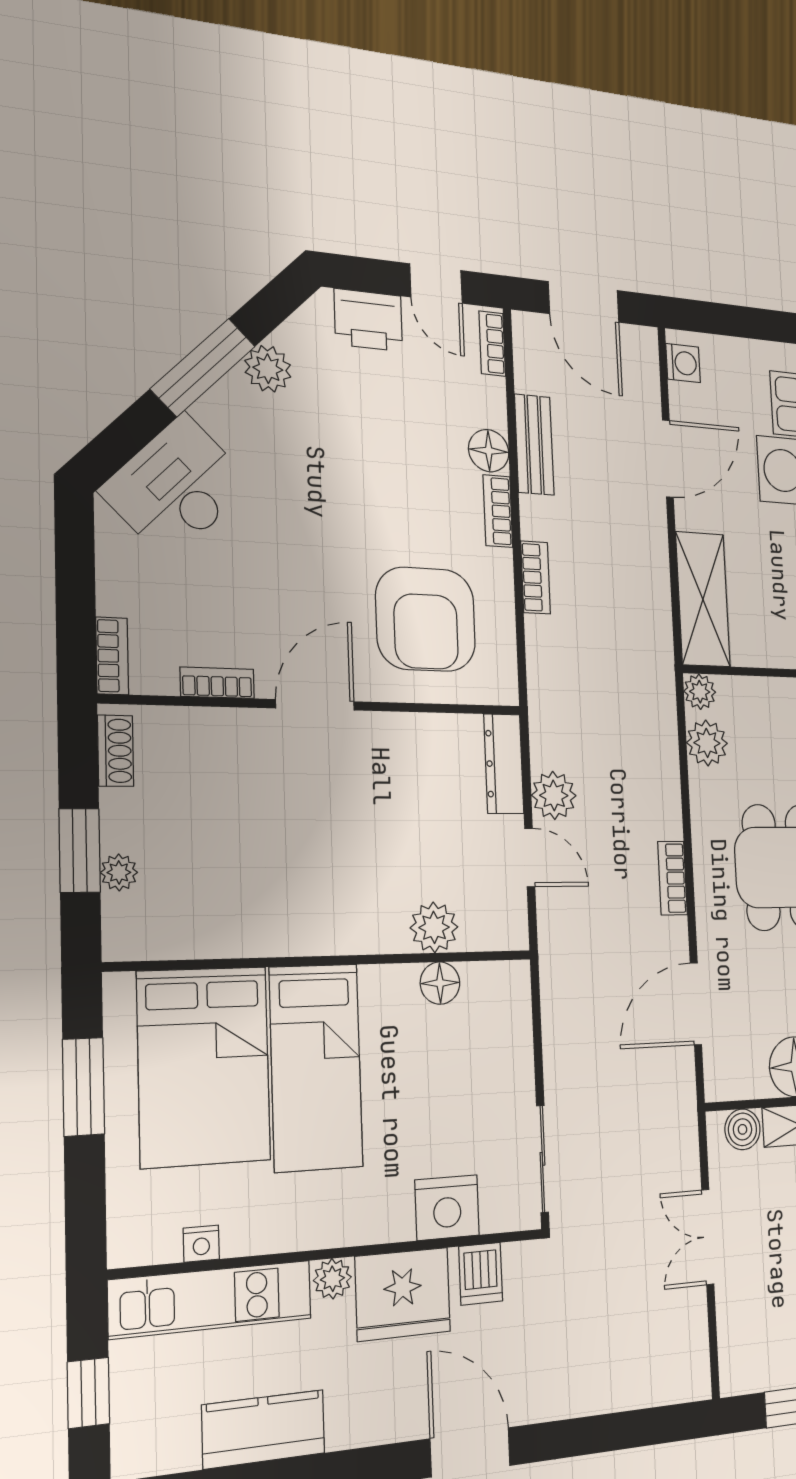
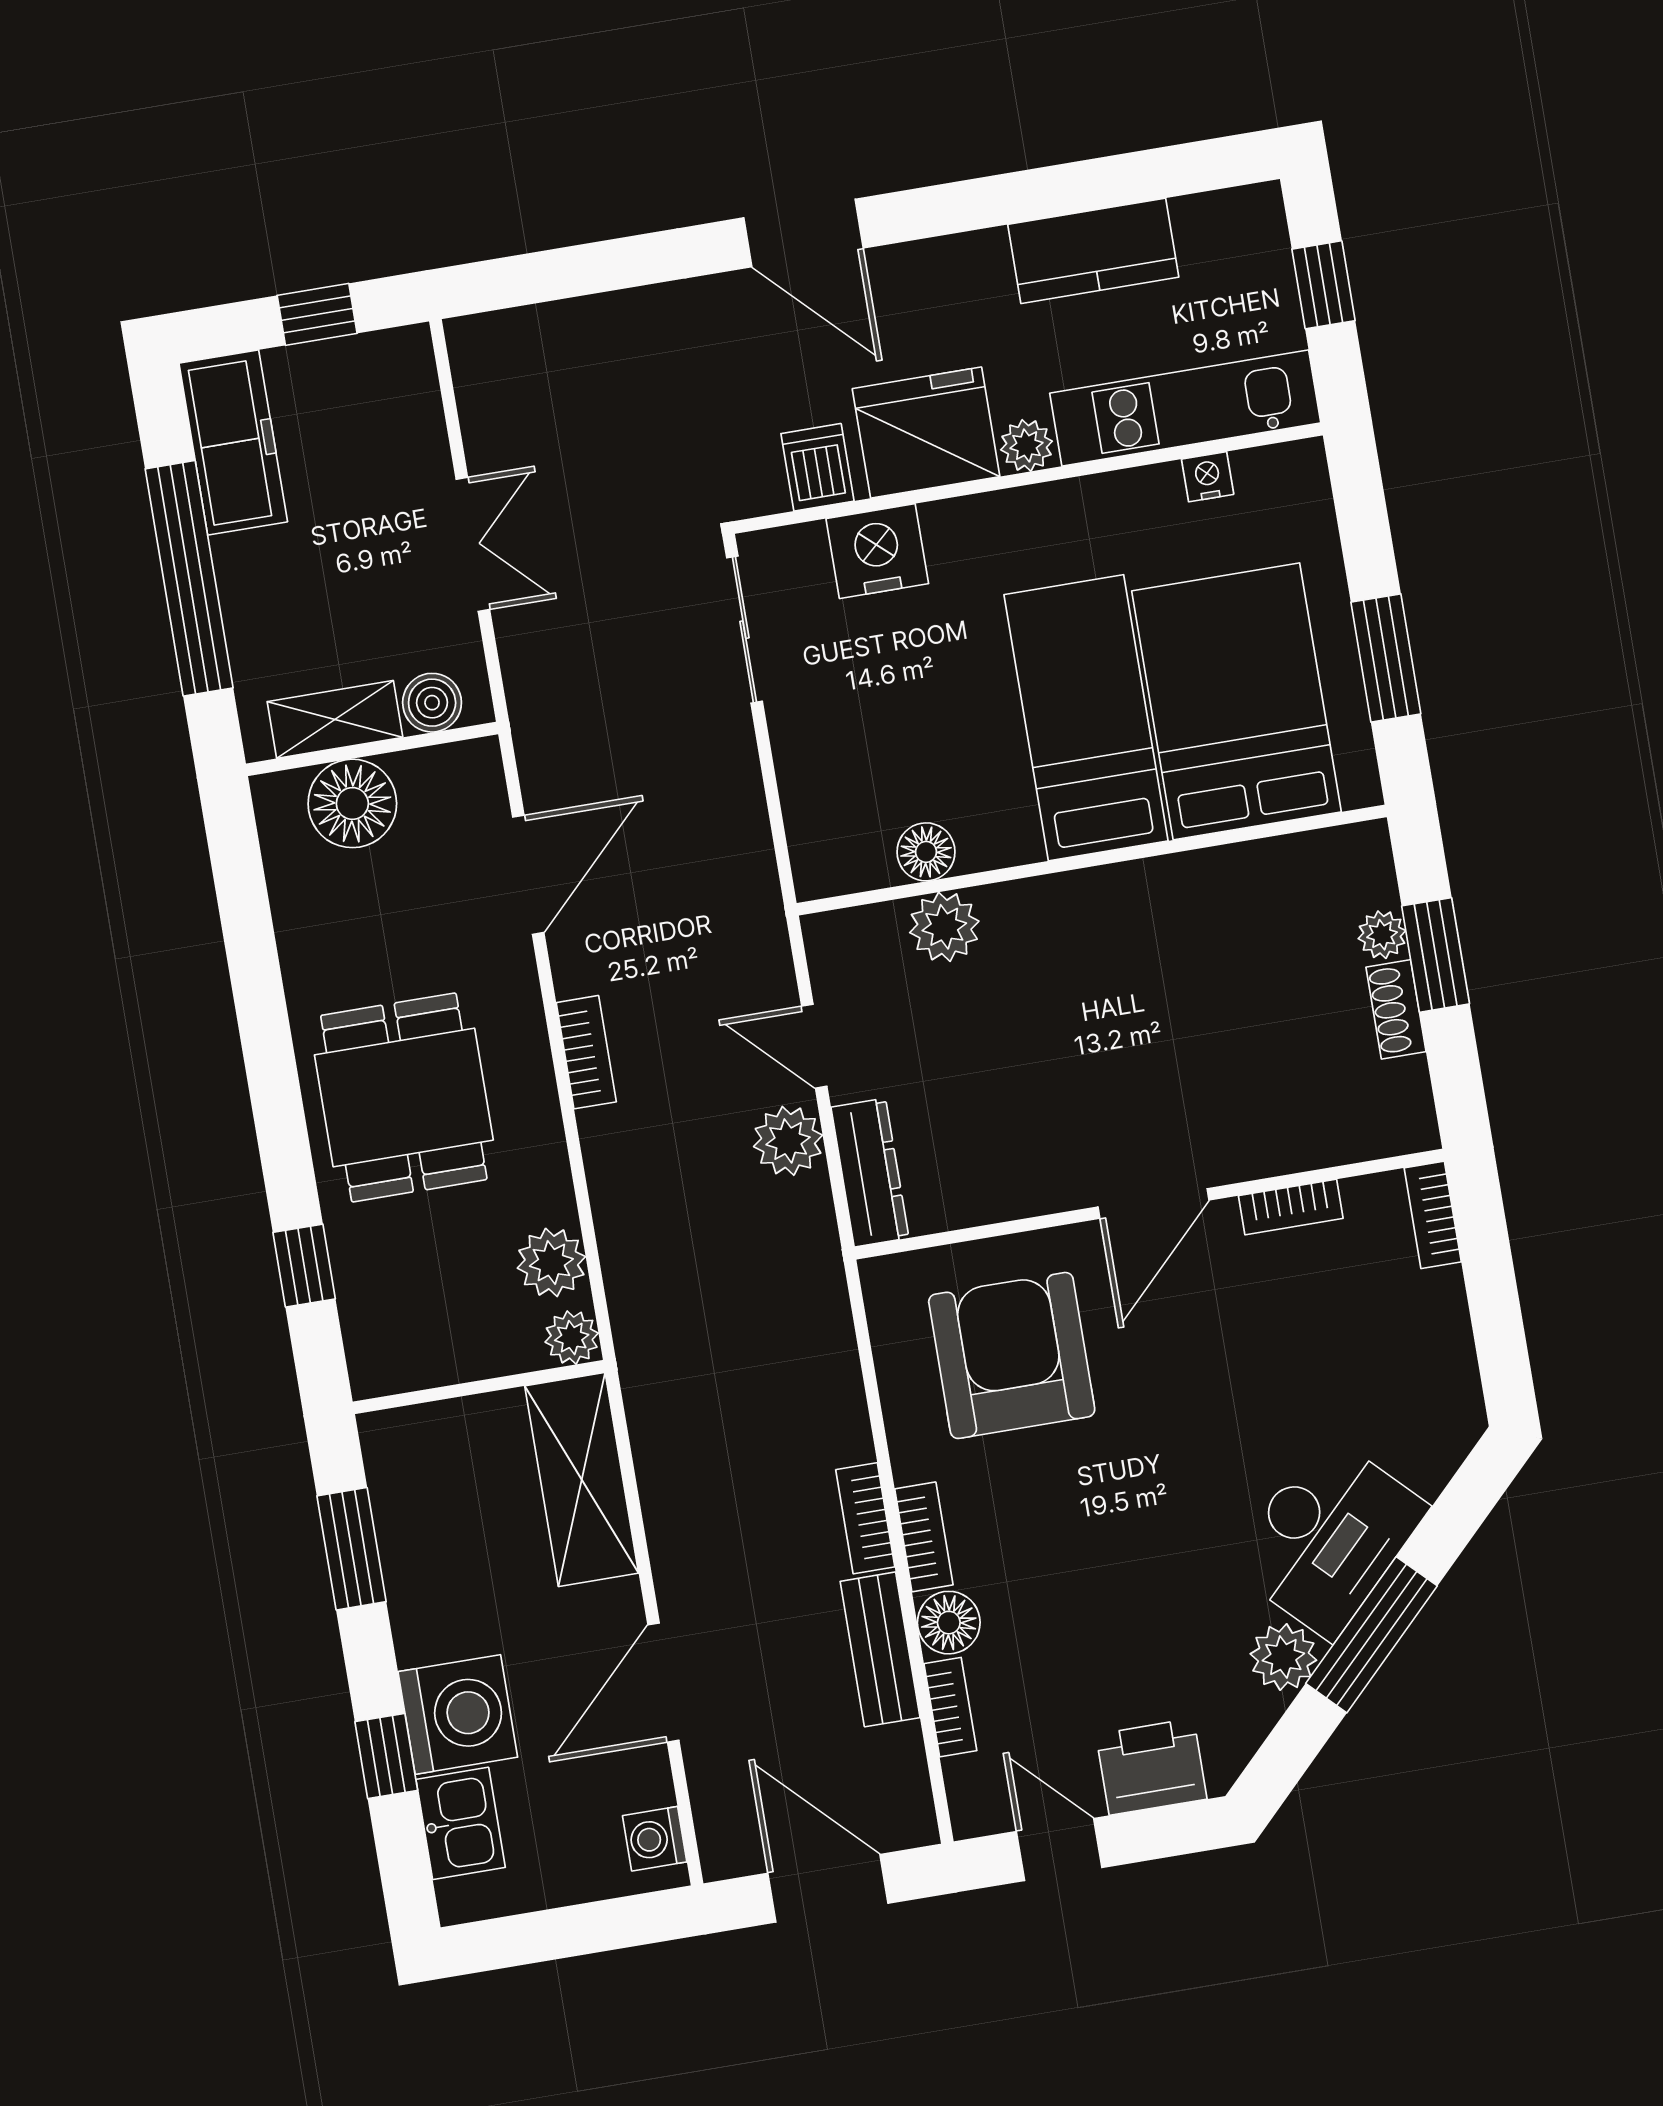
bookcase: (492, 344) -> (950, 1707), moved
desk: (177, 487) -> (1328, 1537), moved
bookcase: (535, 577) -> (865, 1518), moved
shoe rack: (116, 751) -> (1396, 1009), moved

